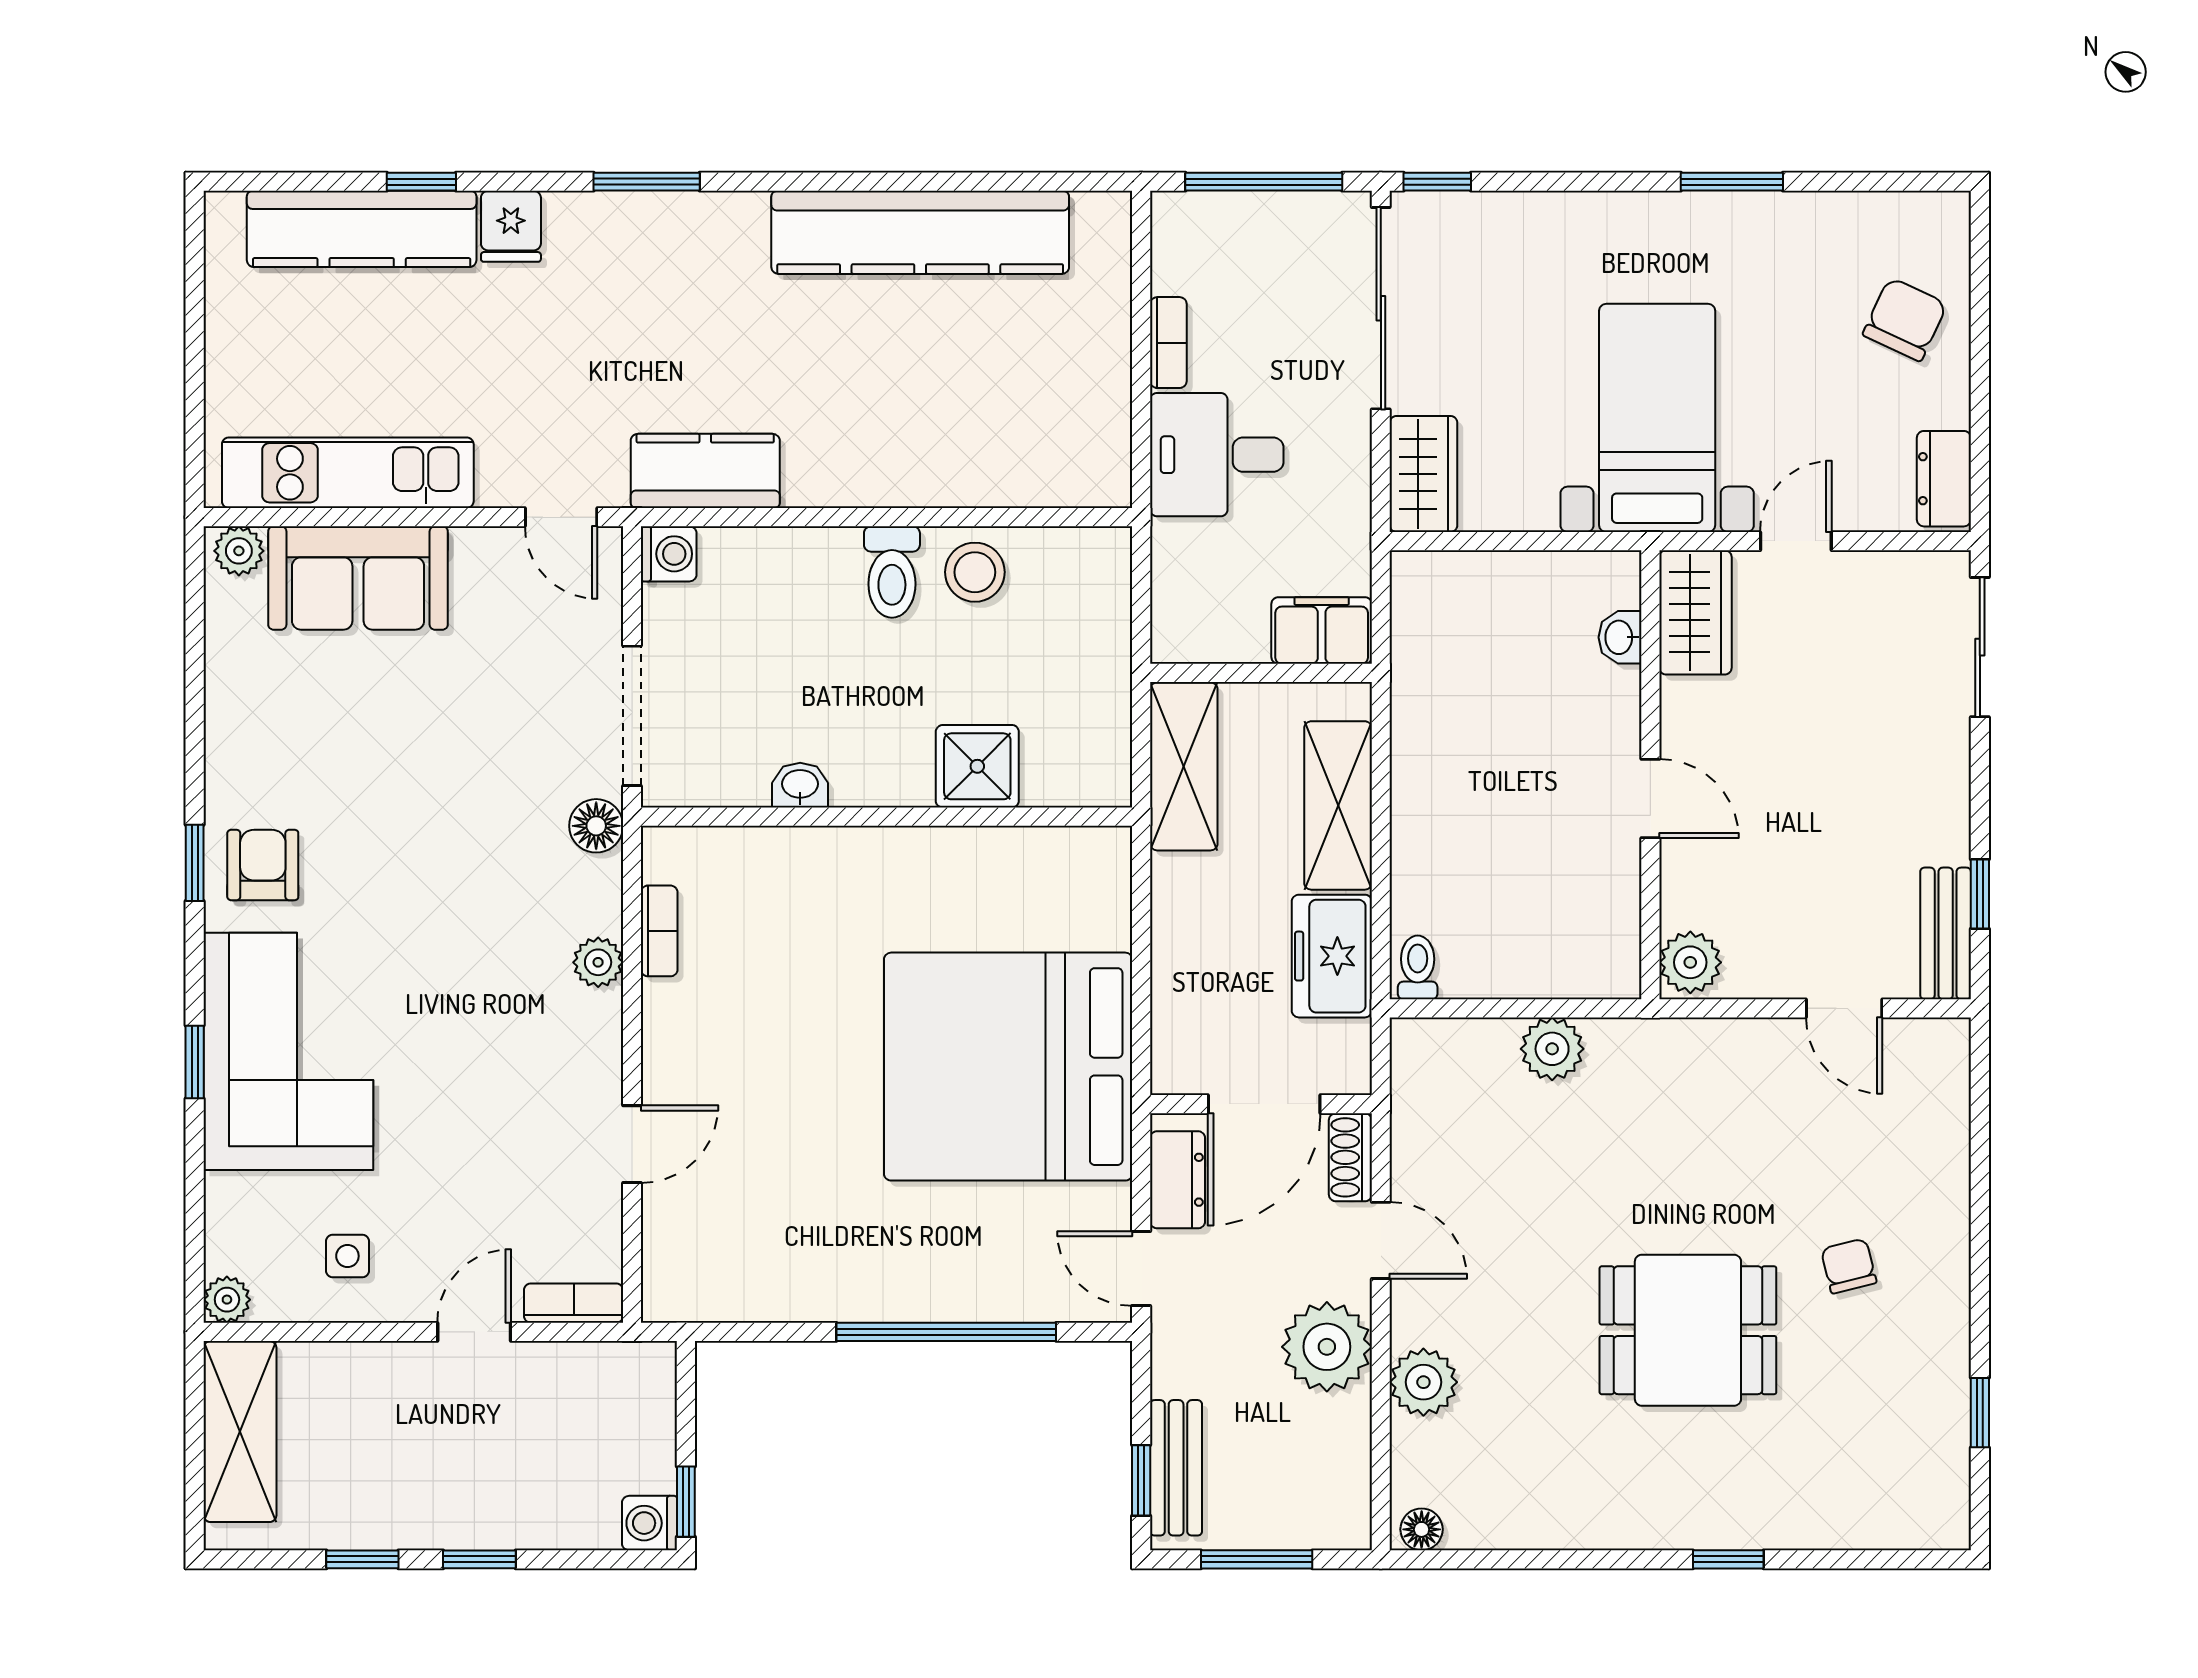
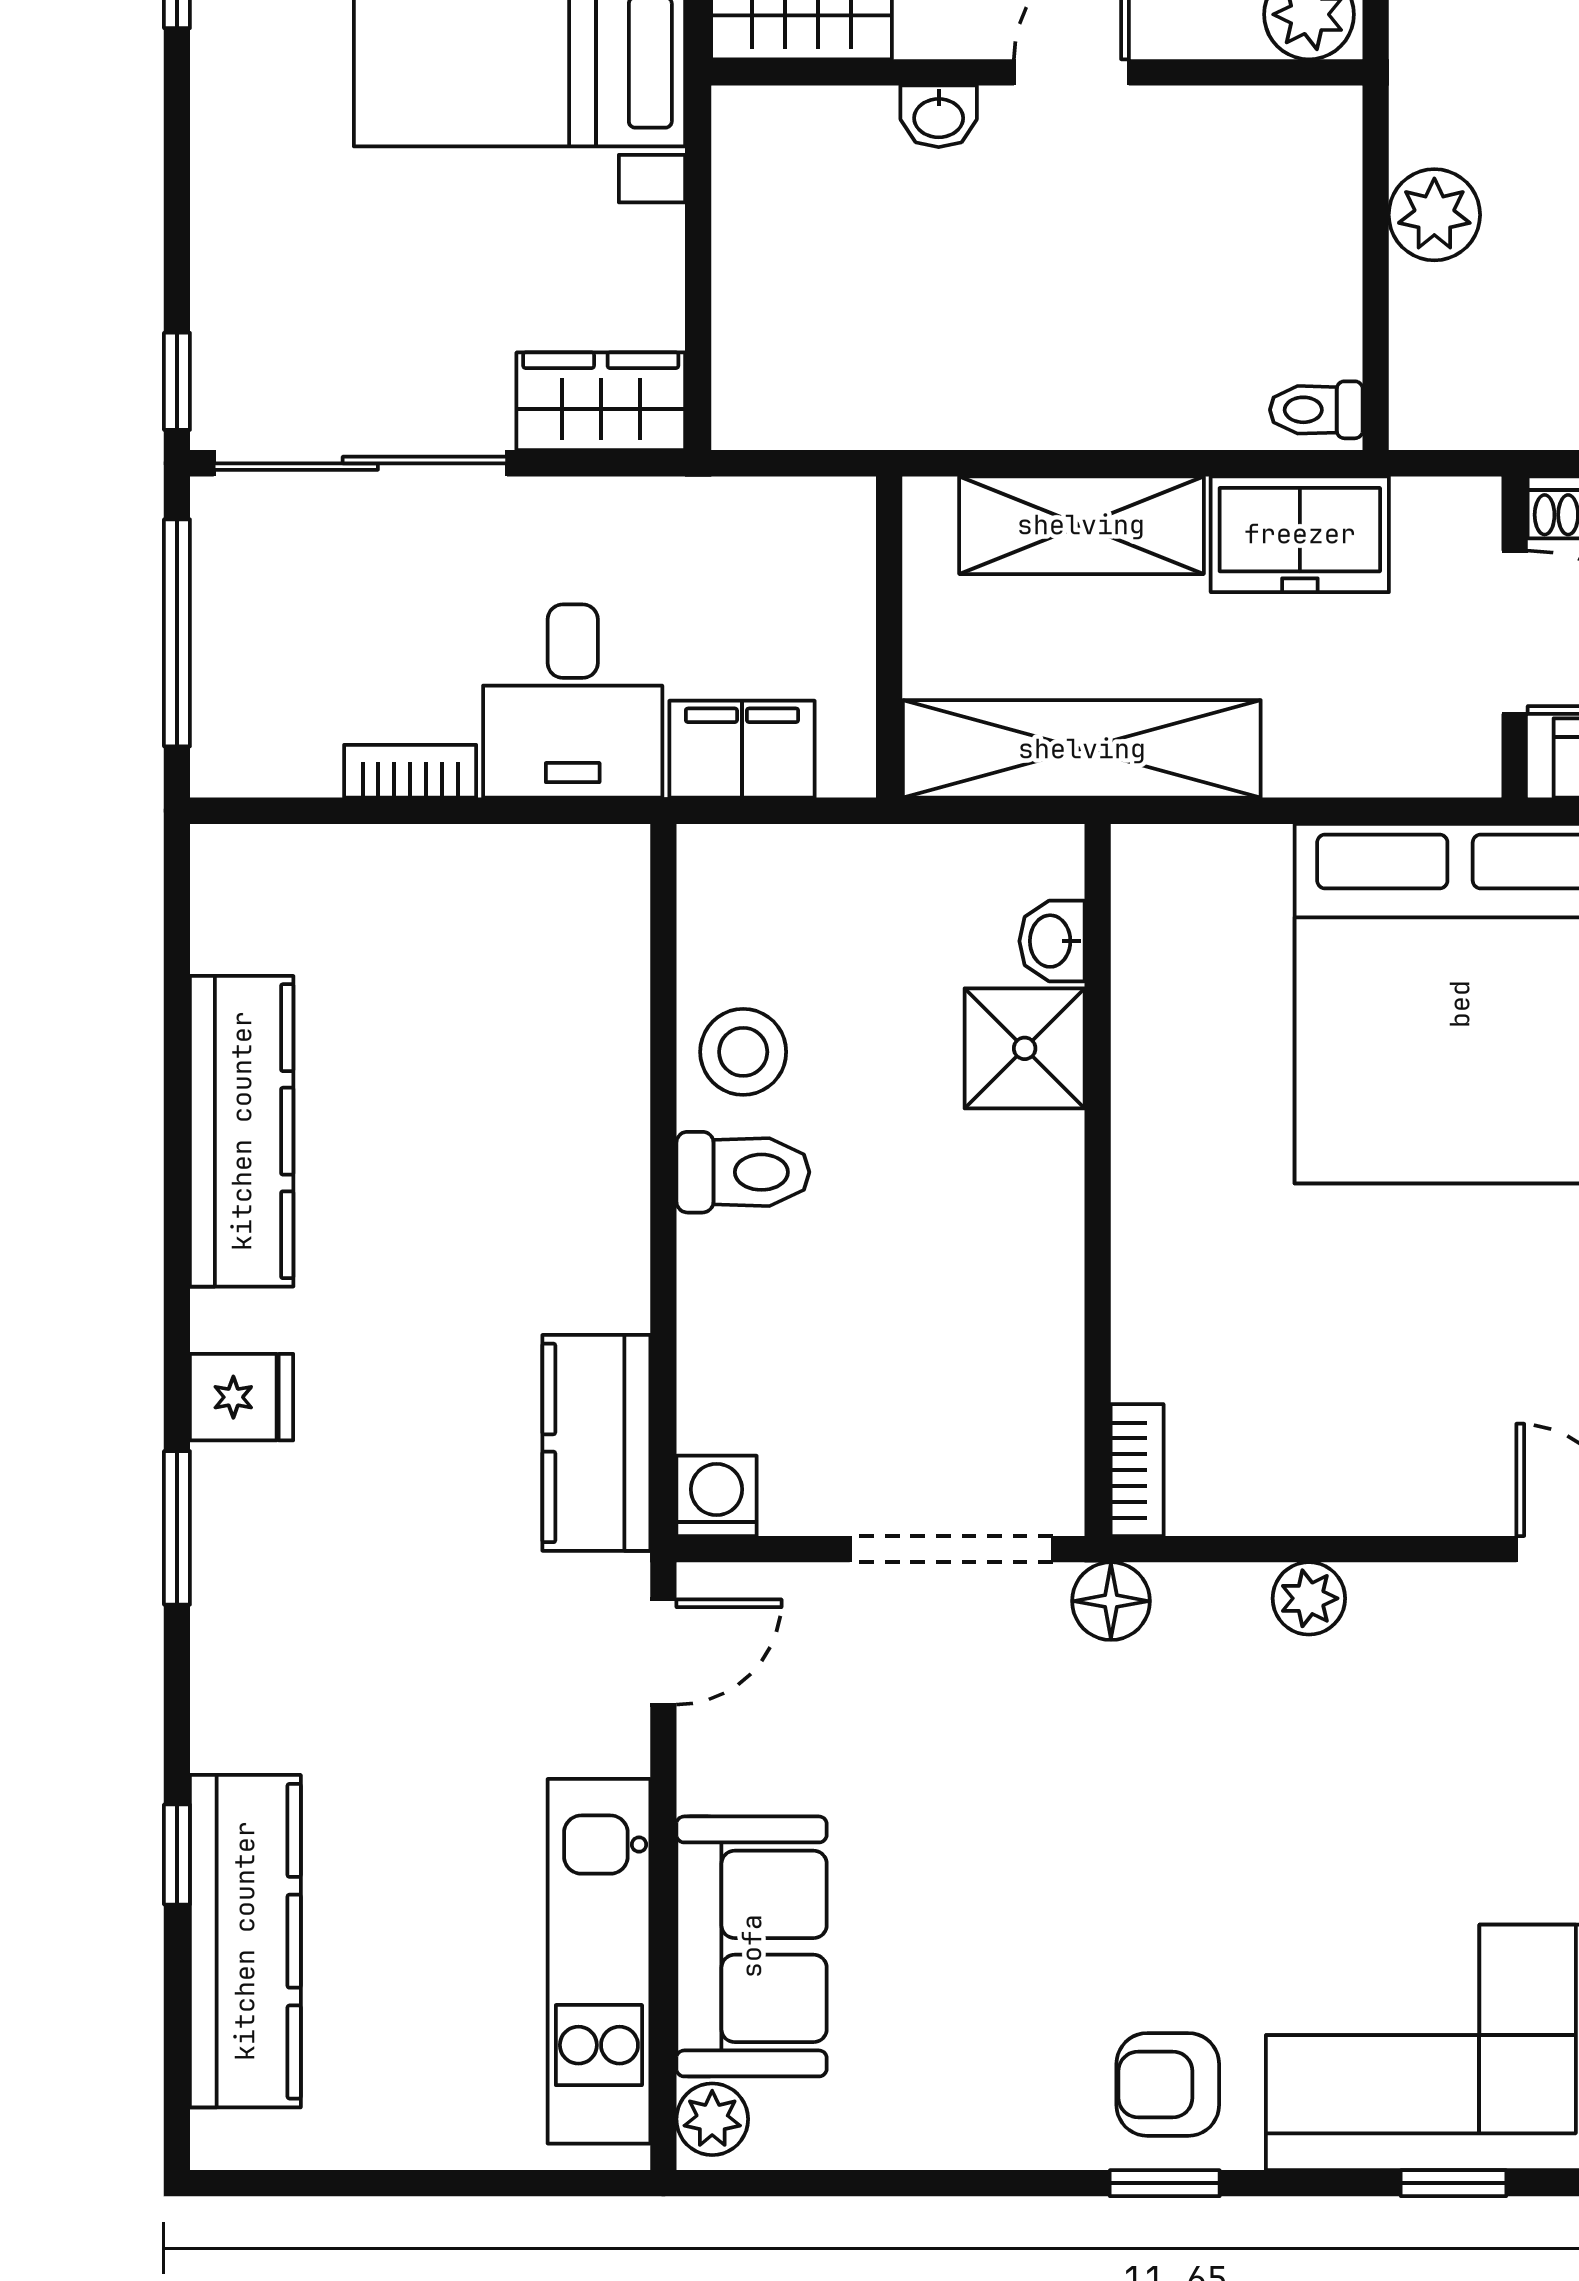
fridge: (511, 226) -> (242, 1397), moved
kitchen counter: (920, 232) -> (242, 1131), width x0.72, depth x0.86
filing cabinet: (1322, 630) -> (742, 749), moved, turned 90
washbasin: (1620, 637) -> (939, 116), moved
shelving: (1184, 766) -> (1082, 749), width x1.47
washbasin: (800, 785) -> (1052, 941), moved
bookcase: (659, 931) -> (1137, 1470), moved, turned 90

